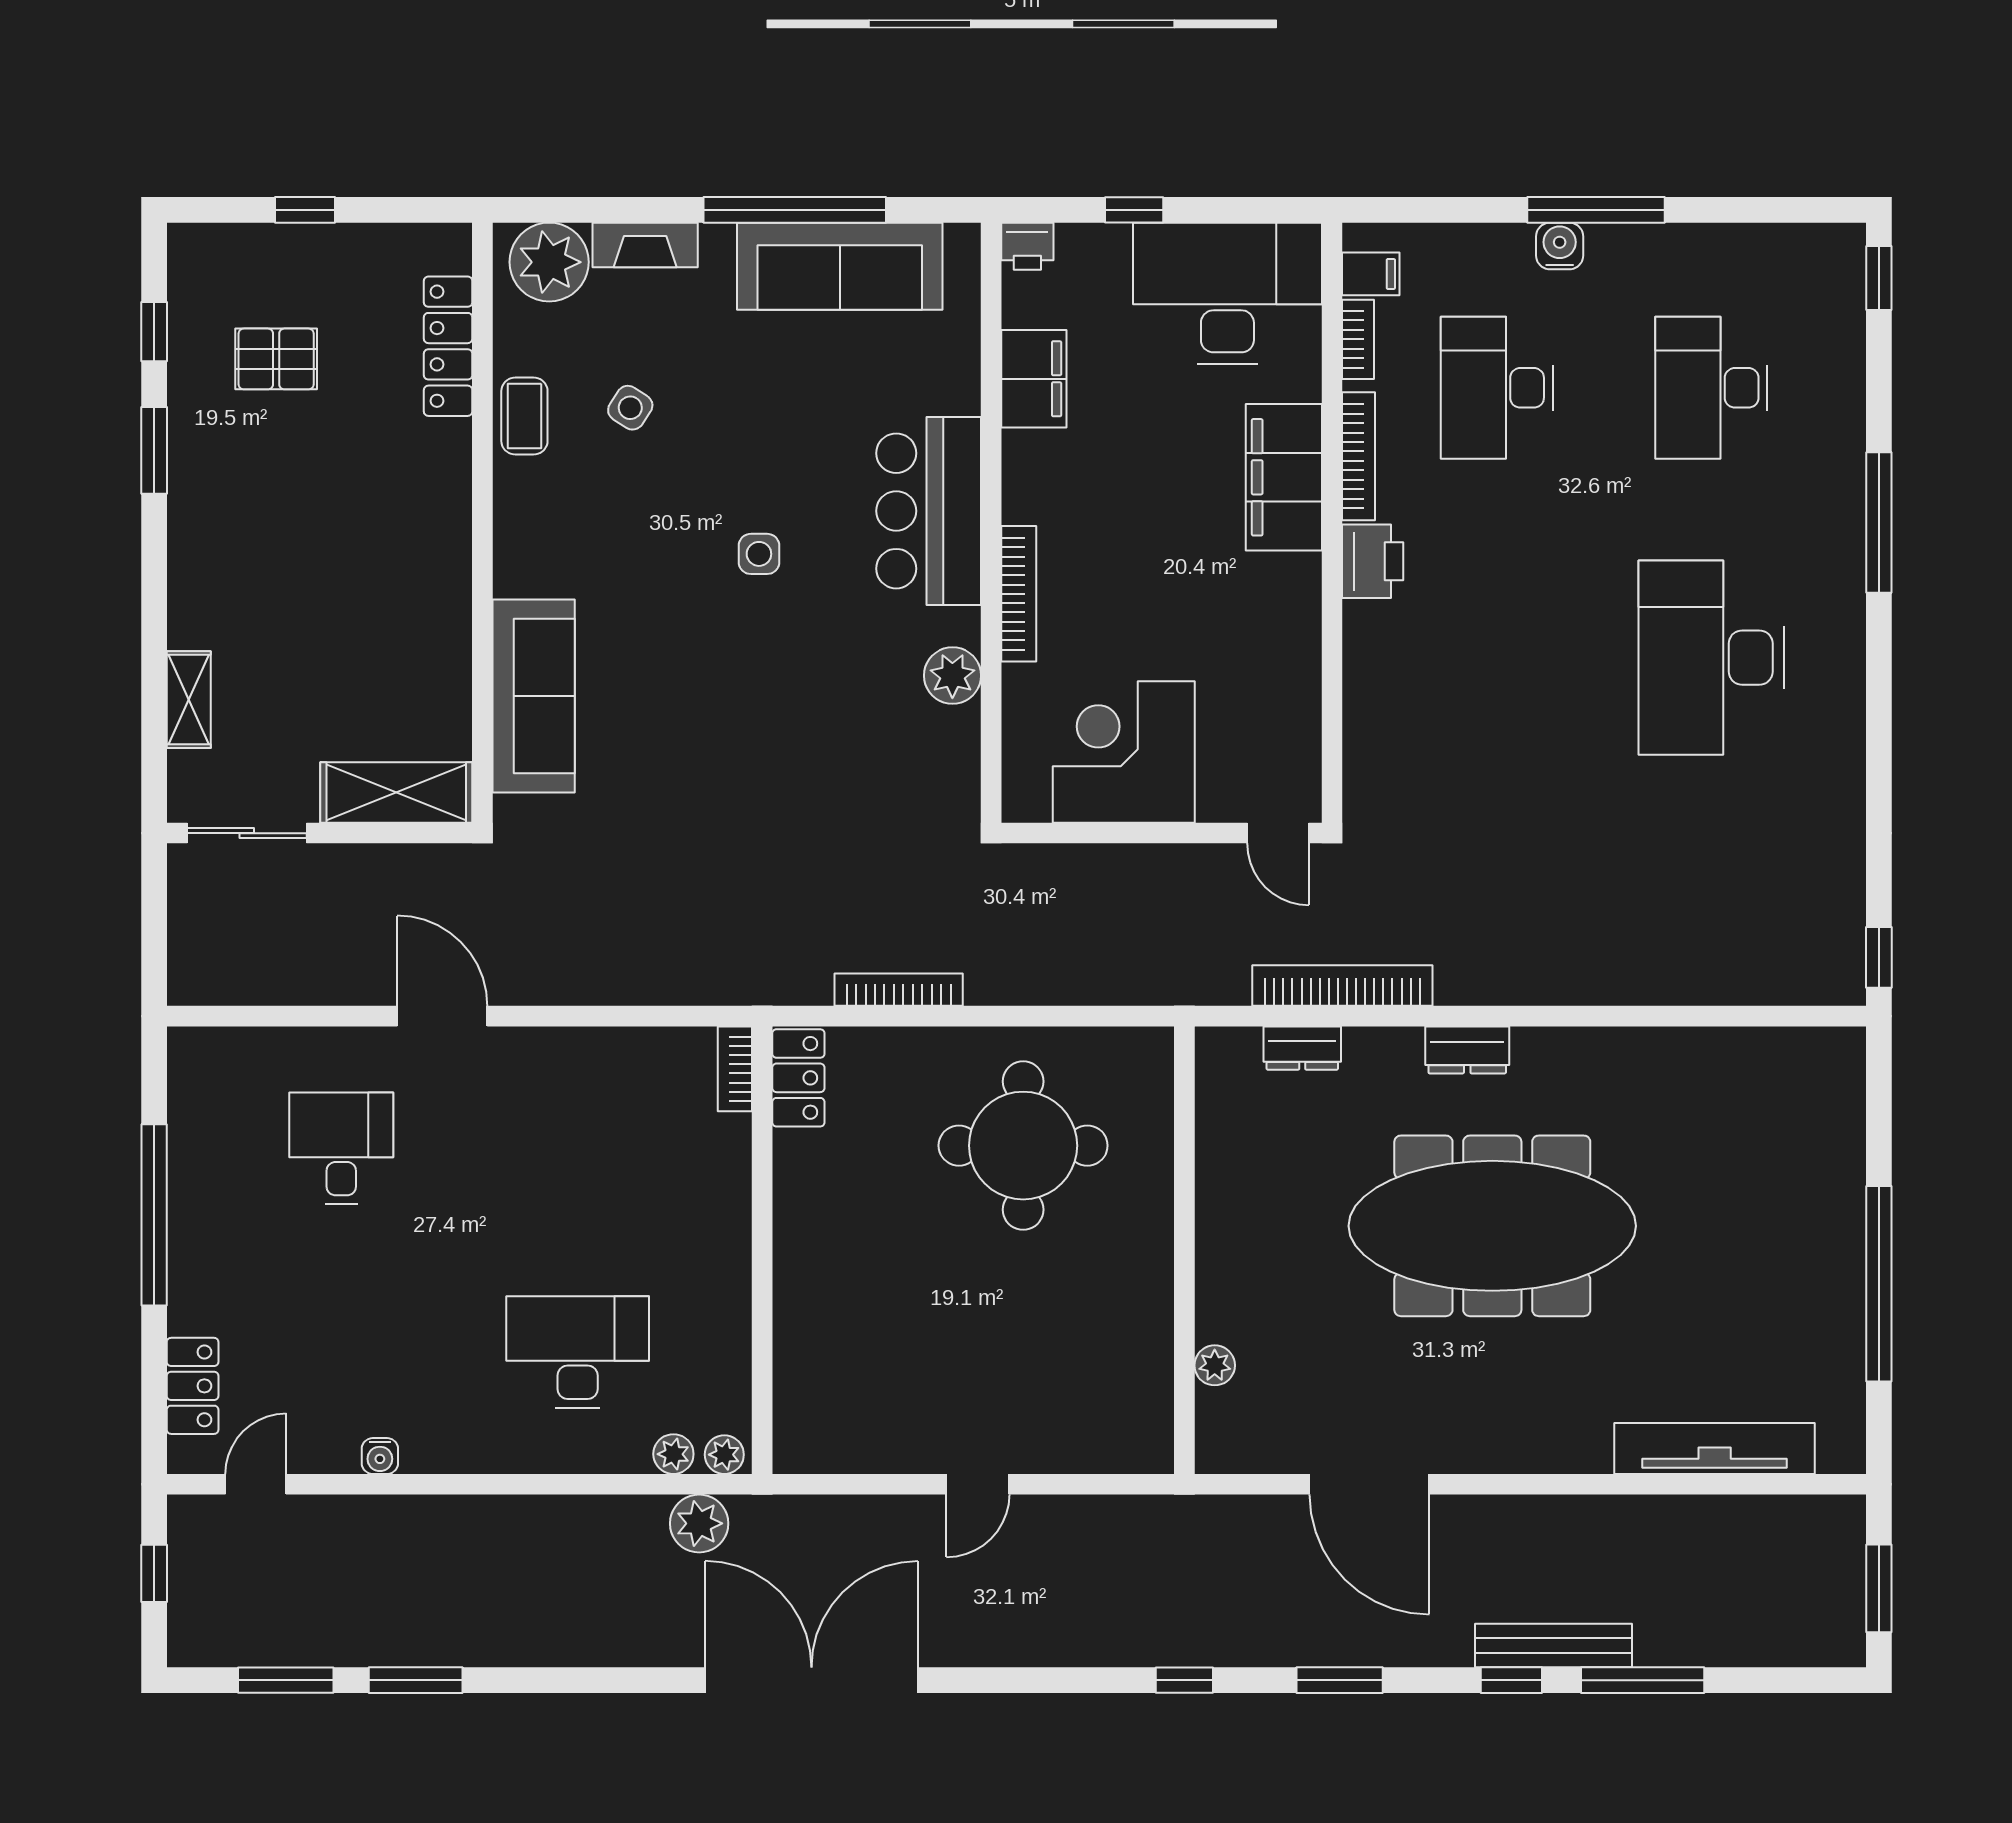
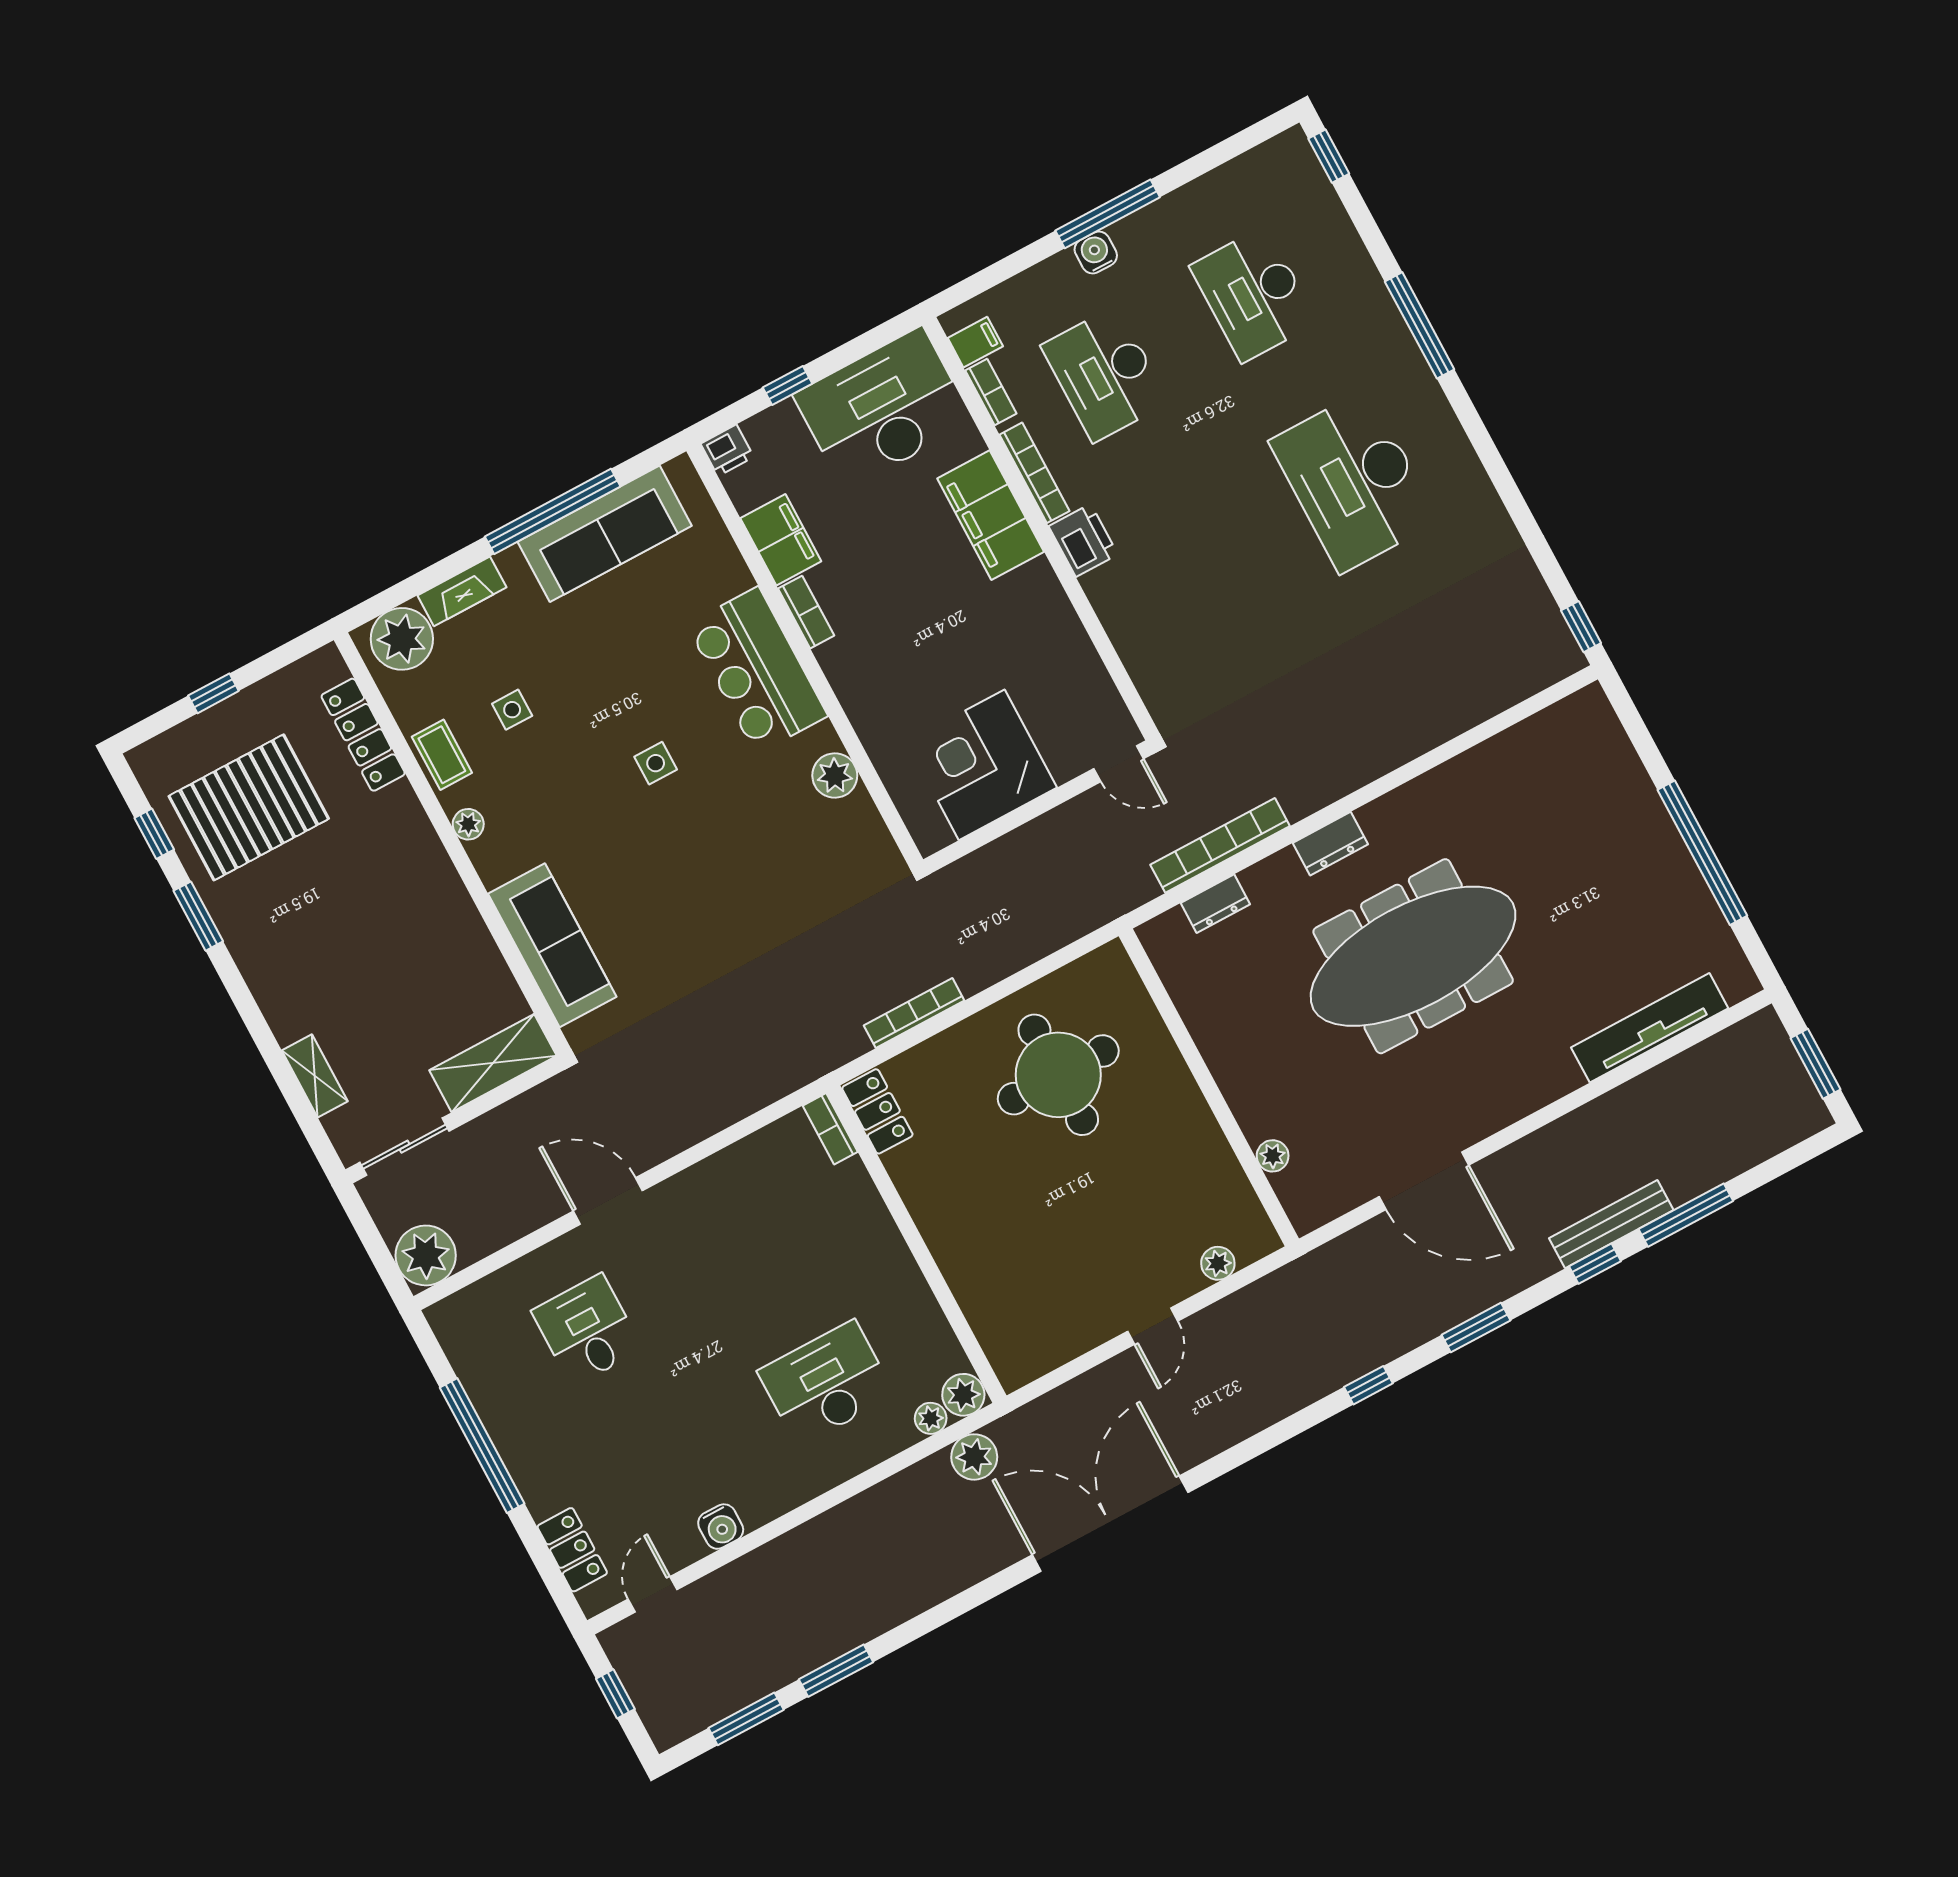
pallet: (276, 359) -> (249, 807), width x2.05, depth x2.00
side table: (630, 408) -> (512, 710), turned -33
plant: (512, 510) -> (468, 824), added
bookcase: (1019, 594) -> (806, 612), moved, width x0.64
plant: (205, 968) -> (426, 1255), added
plant: (1089, 1453) -> (1218, 1263), added
plant: (724, 1455) -> (963, 1395), width x1.38, depth x1.38
water cooler: (380, 1456) -> (721, 1527), width x1.38, depth x1.38

